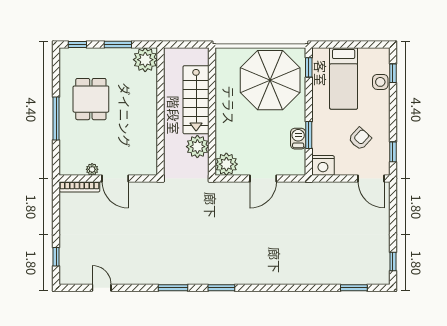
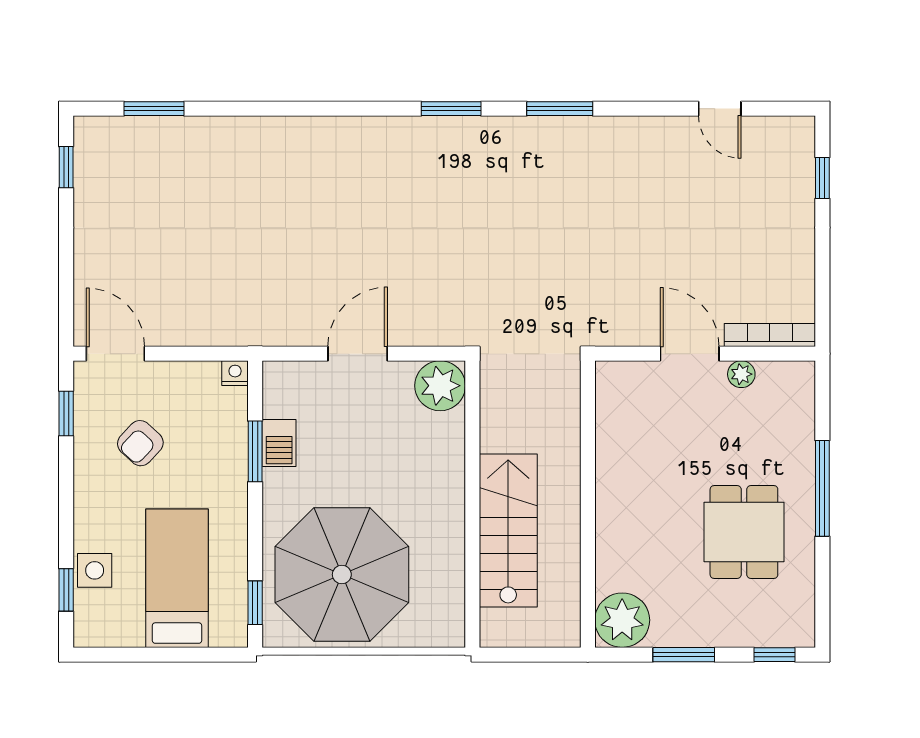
plant: (197, 147) -> (505, 425), removed
nightstand: (323, 165) -> (235, 373), width x0.53, depth x0.56

